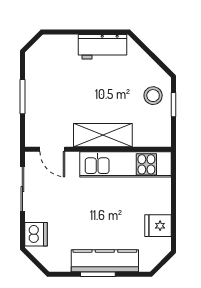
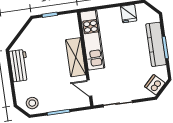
stool: (153, 96) -> (32, 103), moved
door: (52, 149) -> (89, 88), swing flipped
dishwasher: (36, 234) -> (155, 85), moved, turned -45

